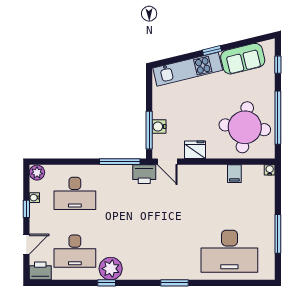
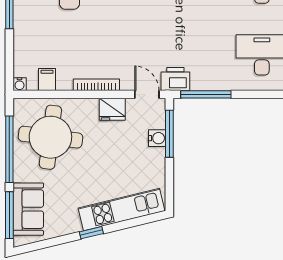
sofa: (243, 59) -> (28, 209), moved, turned 104
window: (278, 65) -> (9, 215), width x2.17
bookcase: (208, 169) -> (96, 85), added
filing cabinet: (234, 174) -> (47, 80), moved

